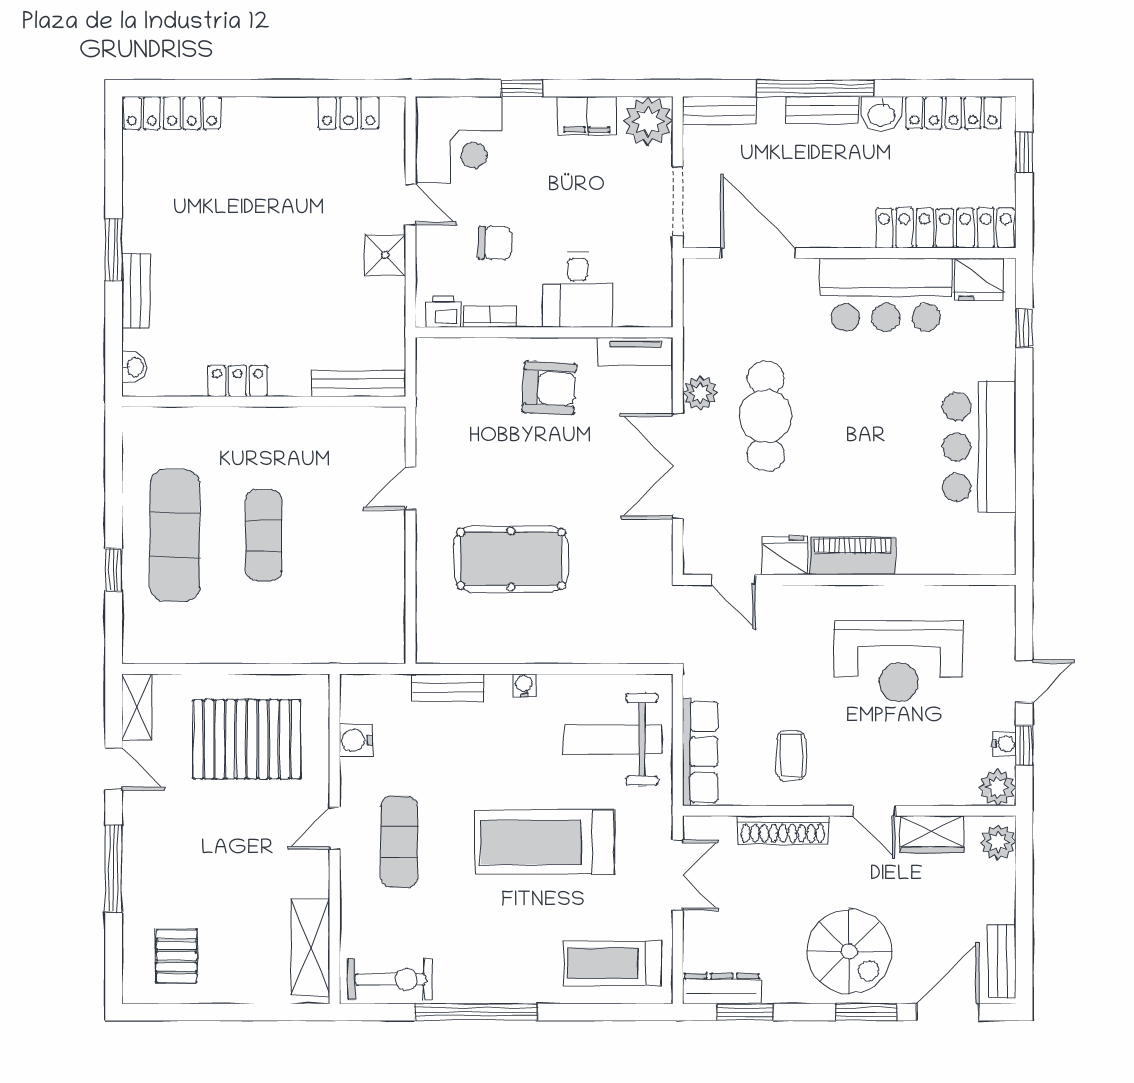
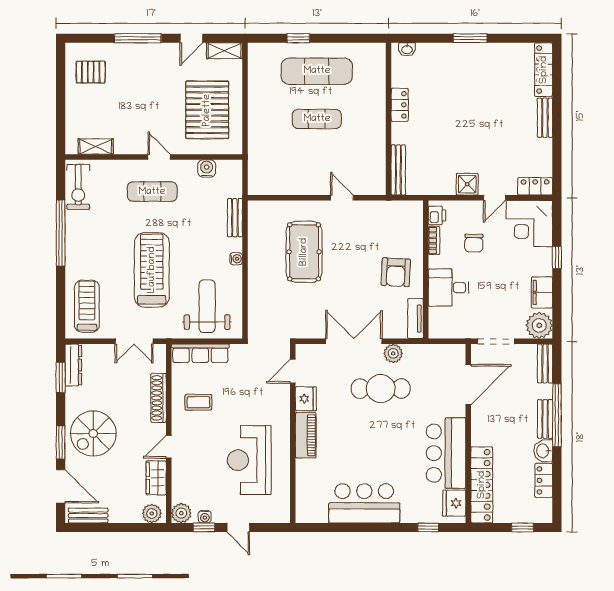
locker: (349, 113) -> (535, 186), moved, turned 90
locker: (953, 113) -> (544, 480), width x0.66
bench: (136, 291) -> (545, 118), moved, turned 90
shelving: (310, 947) -> (96, 147), width x0.67, depth x0.75

